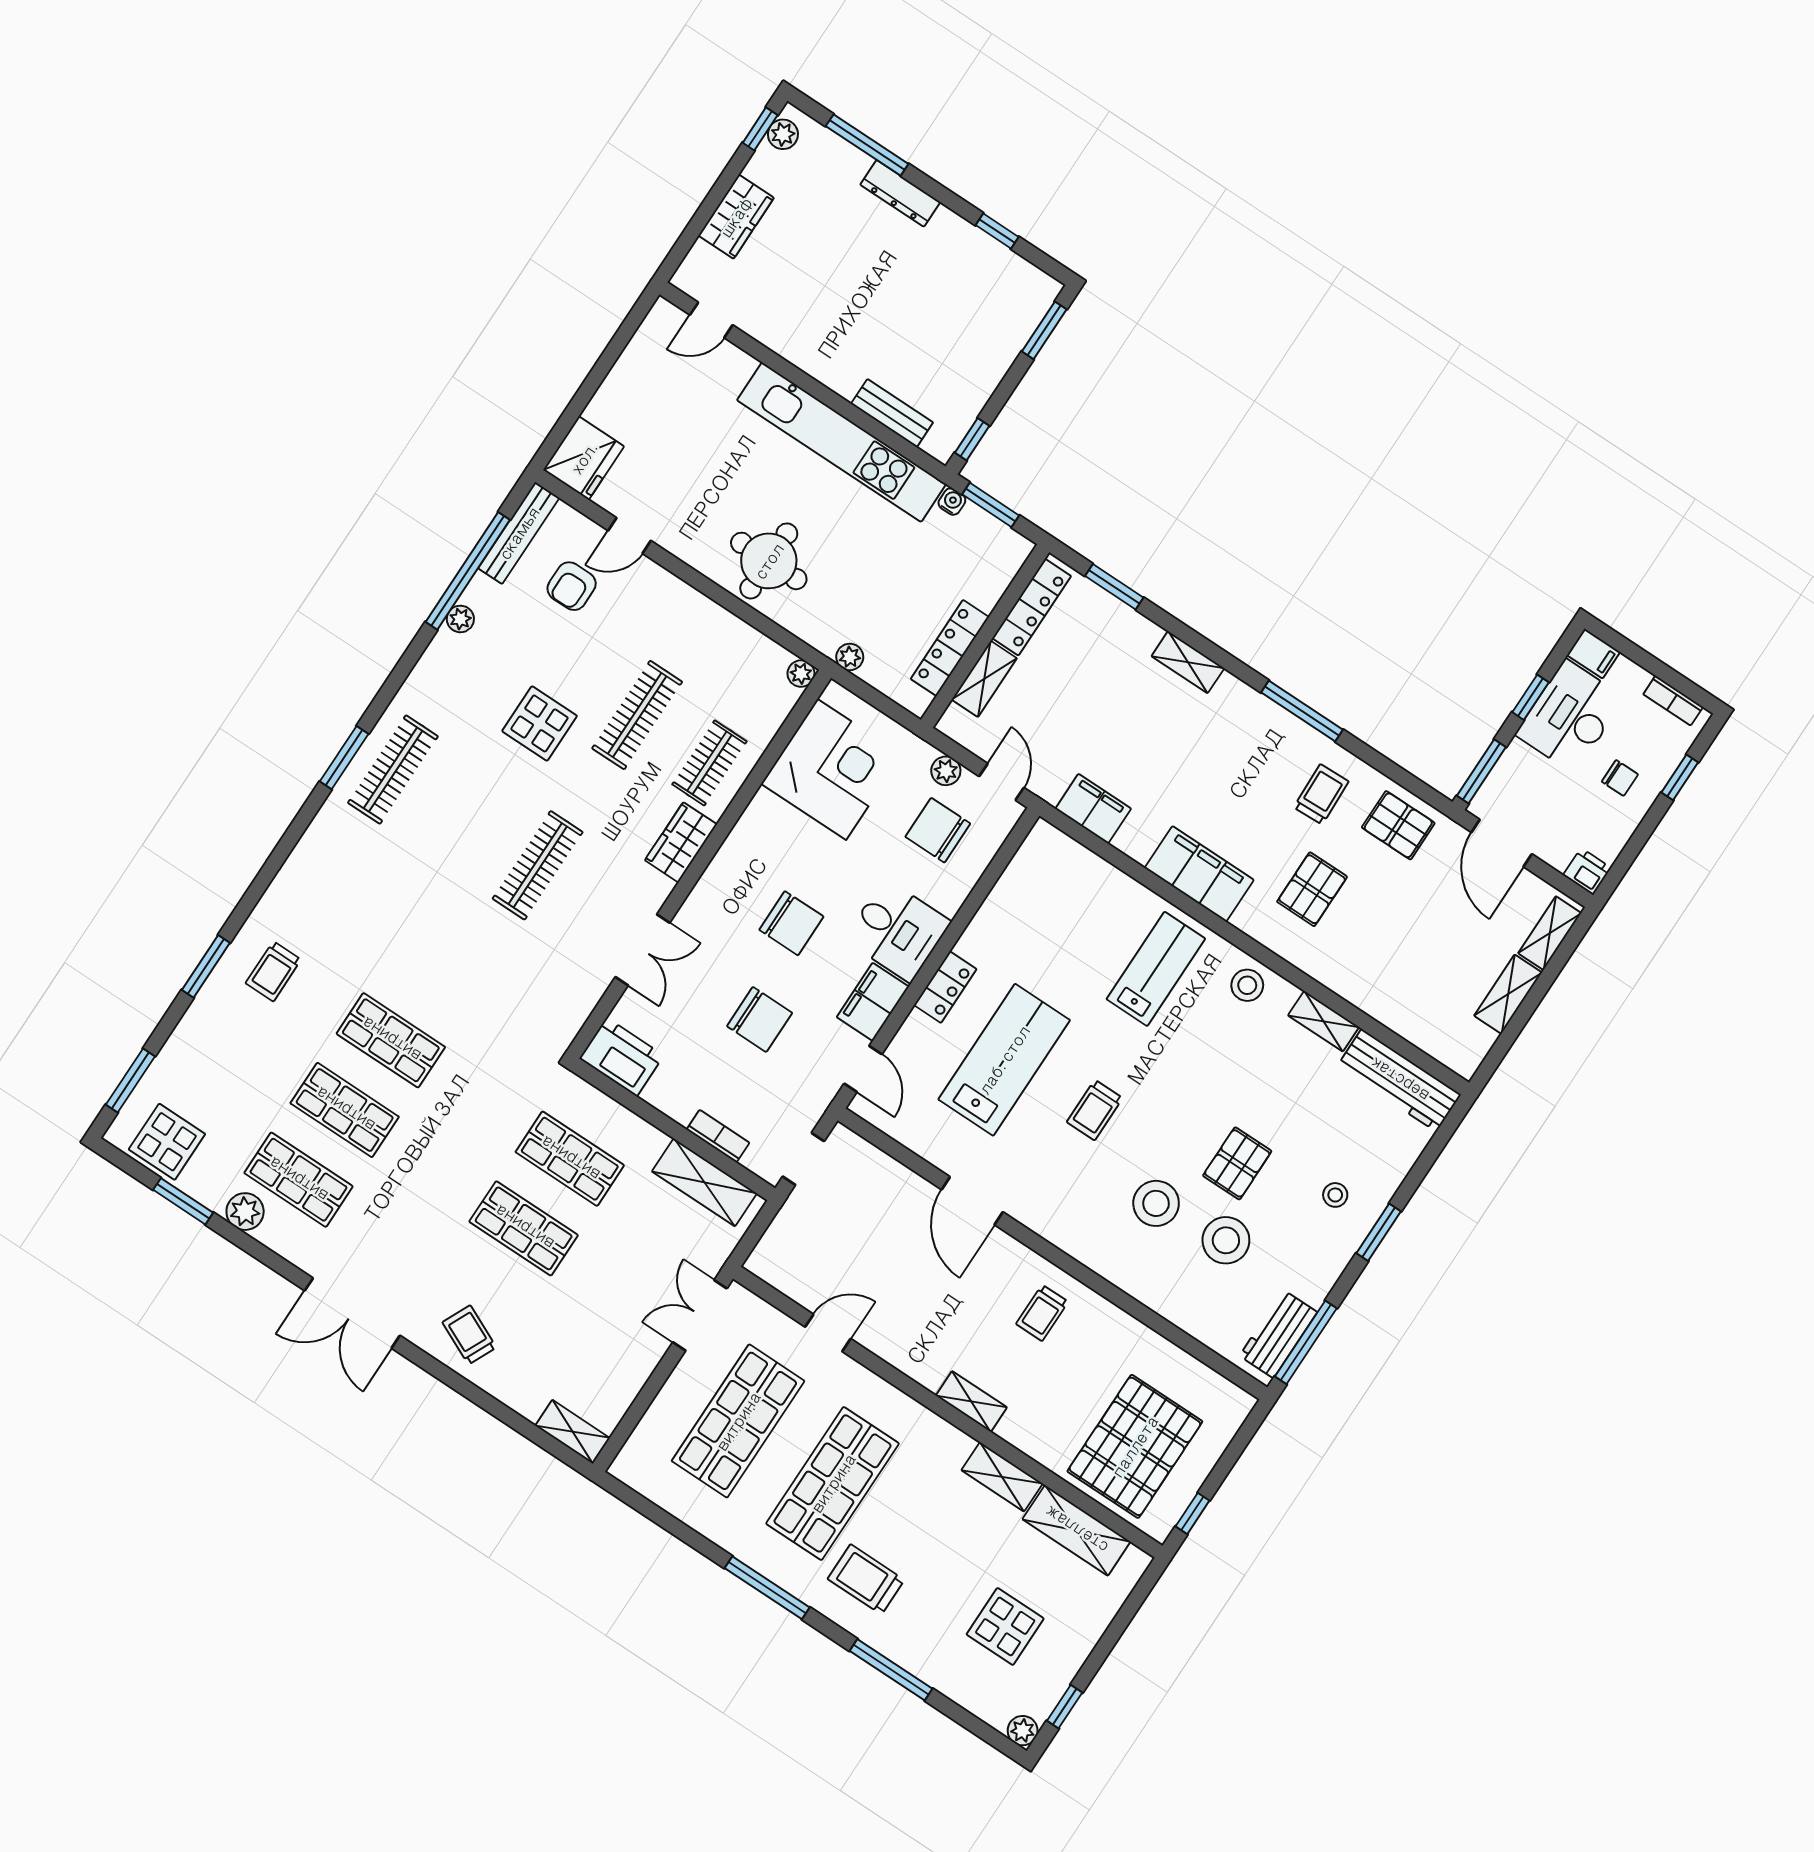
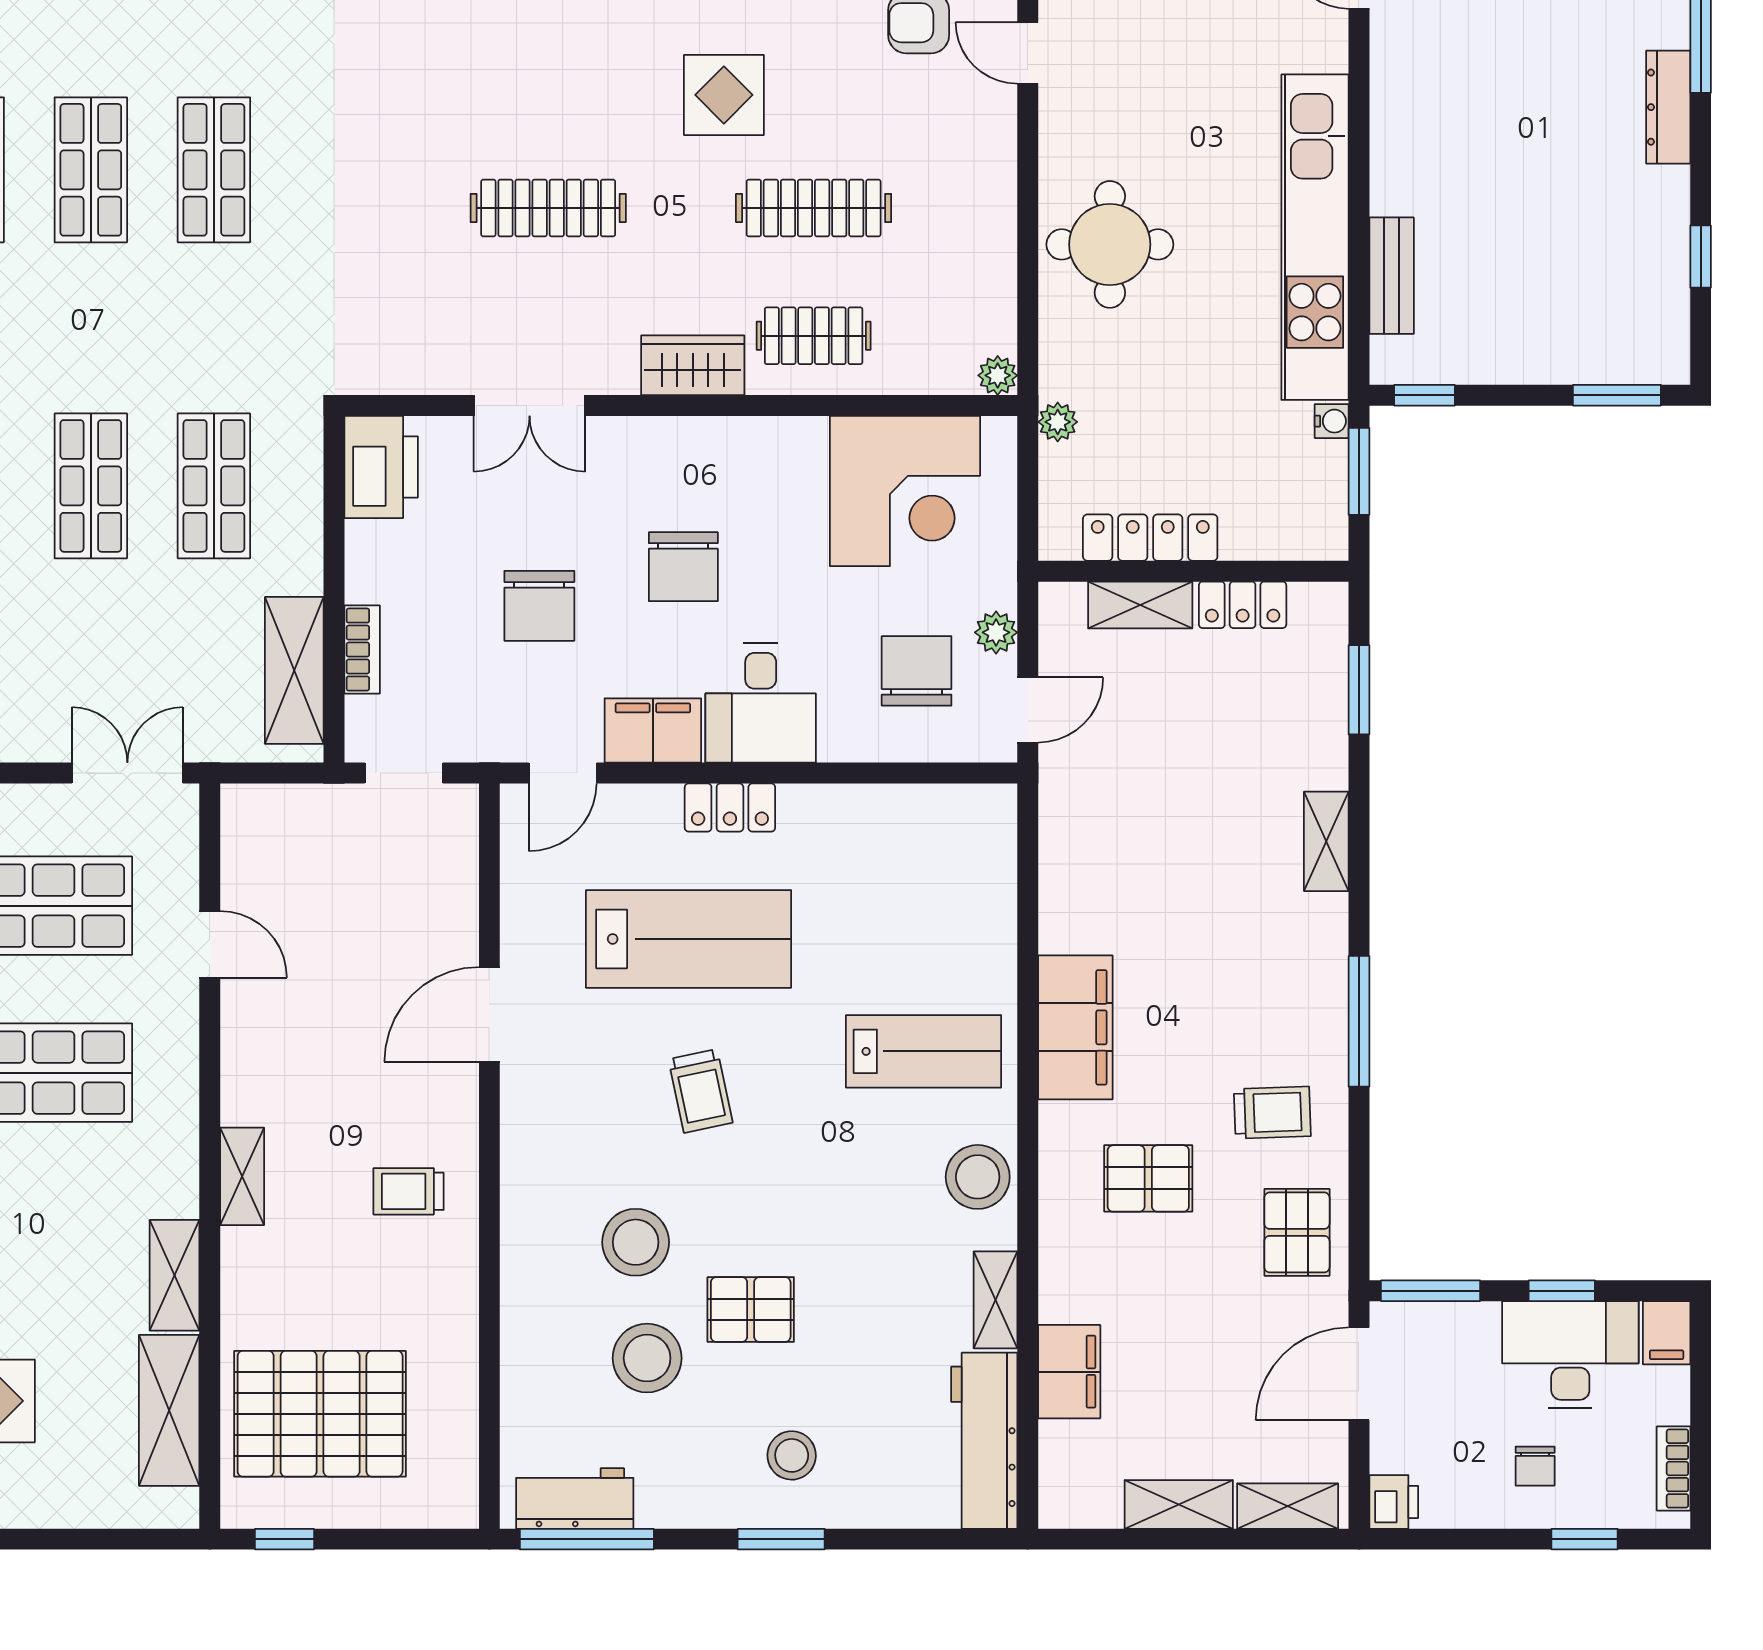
locker: (1032, 607) -> (1243, 605), width x0.66
filing cabinet: (1093, 809) -> (1069, 1372), moved
stool: (1247, 985) -> (978, 1177), width x1.38, depth x1.38
trolley: (1095, 1110) -> (701, 1091), turned -102
stool: (1335, 1195) -> (792, 1455), width x1.37, depth x1.37

